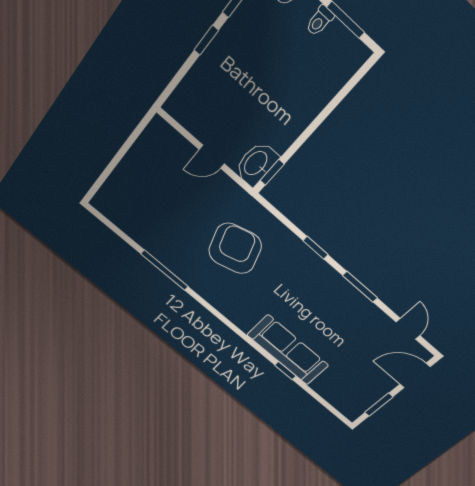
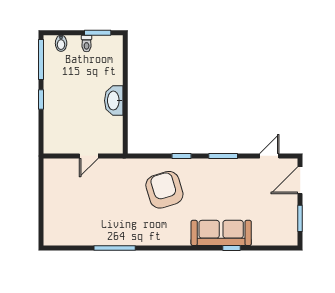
washbasin: (256, 164) -> (114, 101), moved
window: (272, 172) -> (125, 136), removed
armchair: (235, 249) -> (164, 190), moved
door: (408, 329) -> (269, 156), hinge flipped

